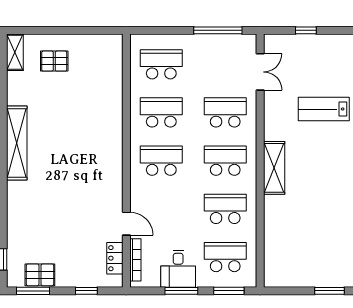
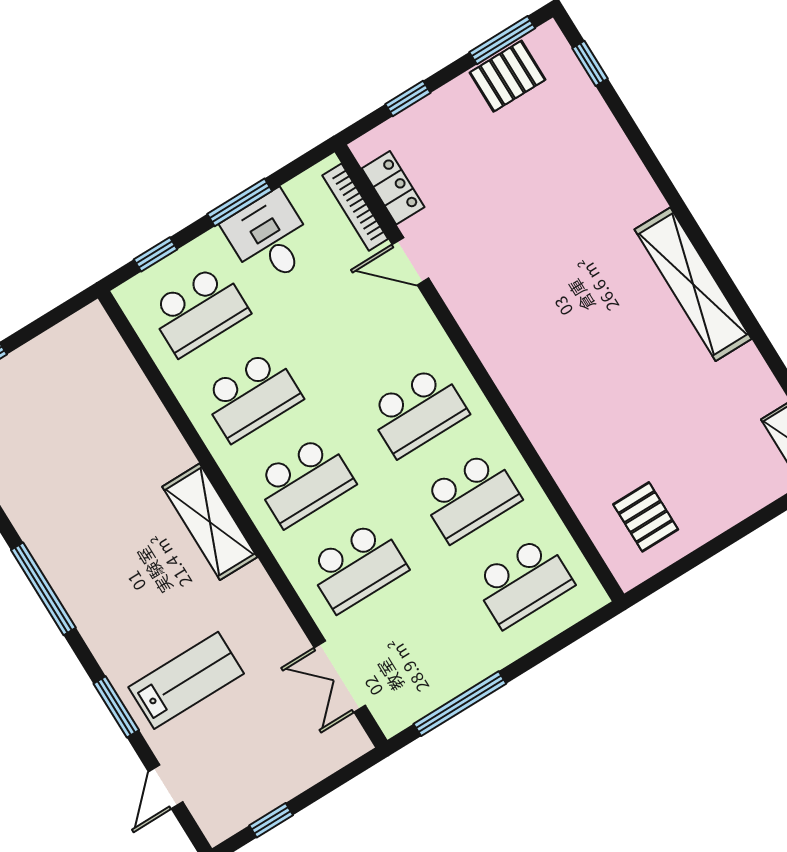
window: (306, 30) -> (271, 820), moved
pallet: (54, 61) -> (646, 517), moved, turned 90
window: (229, 291) -> (155, 254), width x0.67

